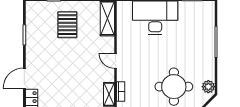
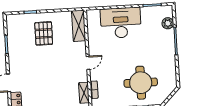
door: (116, 61) -> (88, 63), swing flipped
plant: (208, 87) -> (168, 23), moved

